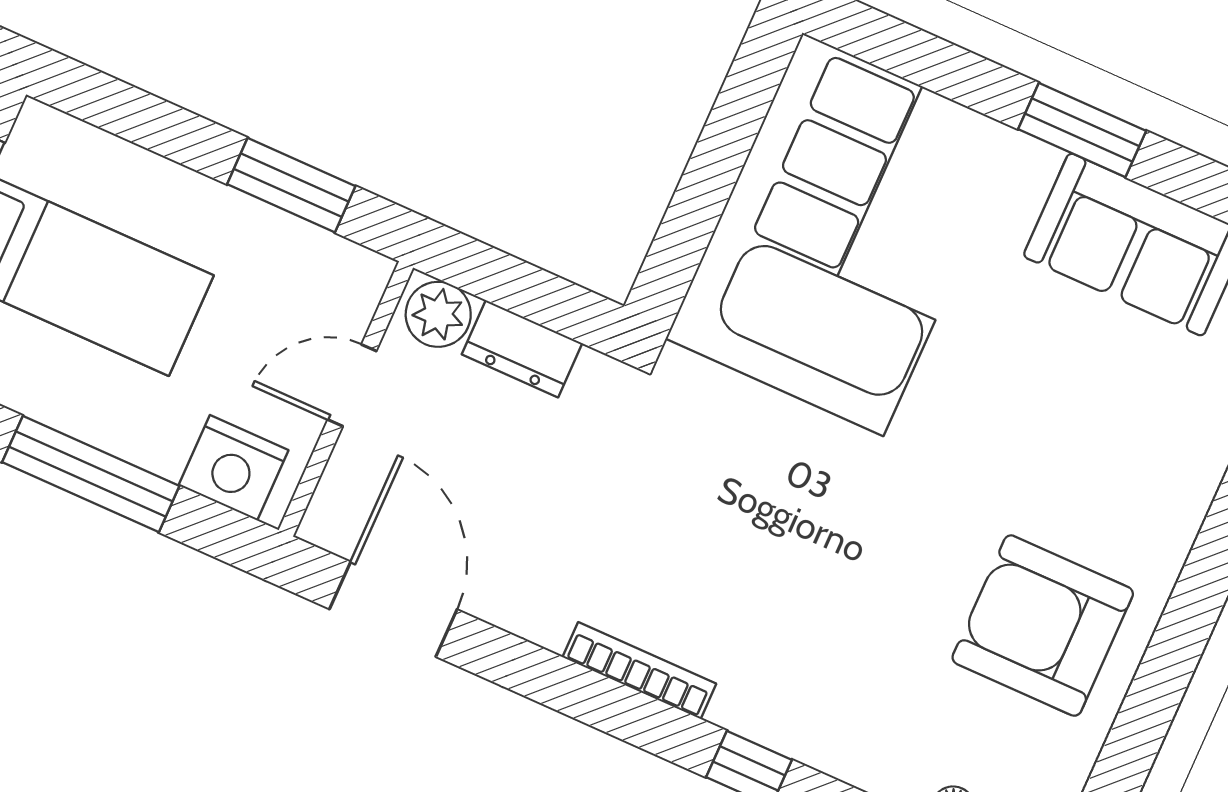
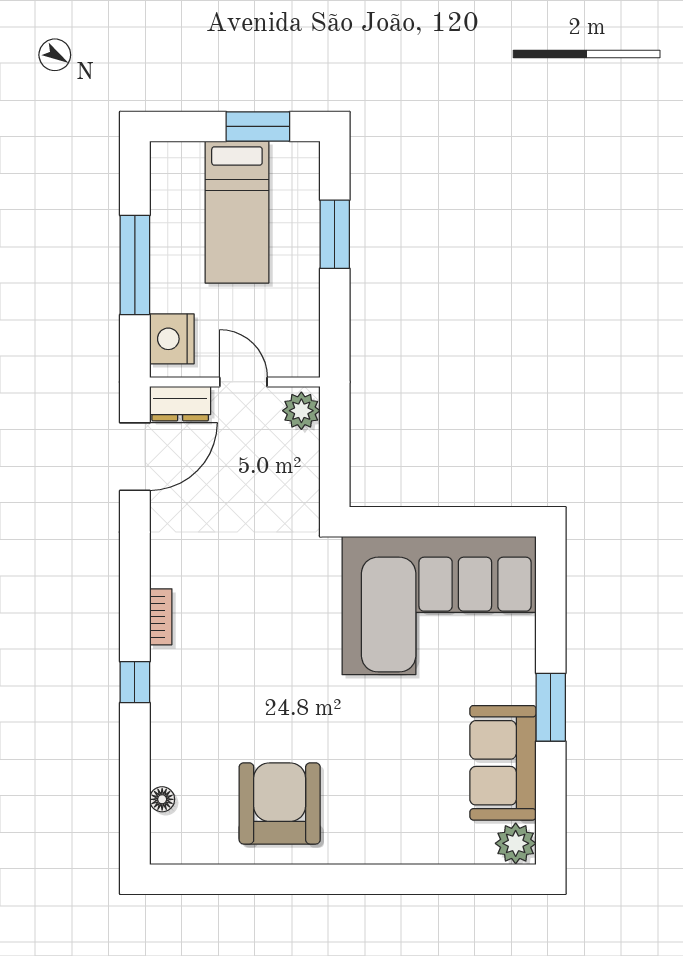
window: (291, 185) -> (335, 234), moved
dresser: (522, 349) -> (180, 404), moved, turned -90
bookcase: (639, 670) -> (161, 617), width x0.64

